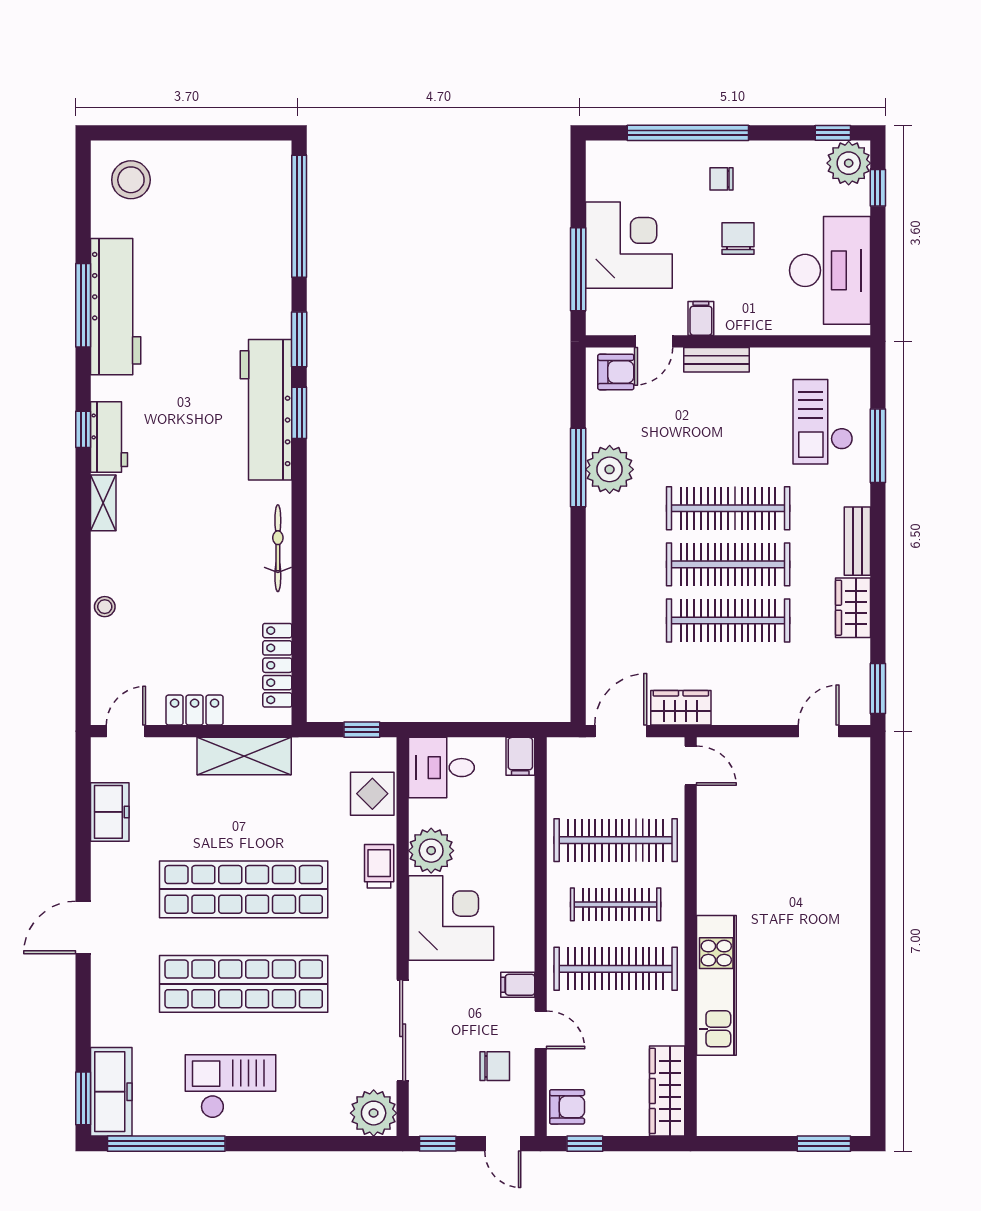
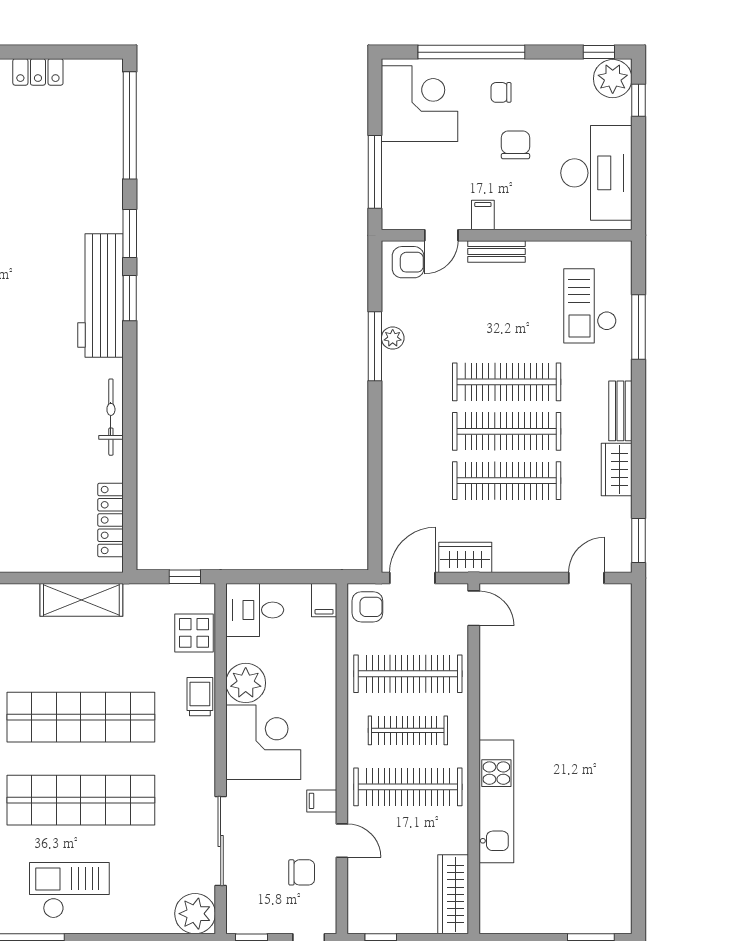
corner desk: (629, 245) -> (419, 104), moved
plant: (610, 469) -> (393, 338), width x0.53, depth x0.53
locker: (195, 710) -> (38, 72), moved, turned 180
armchair: (567, 1107) -> (367, 607), moved

